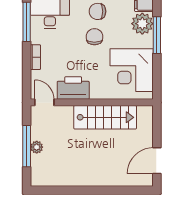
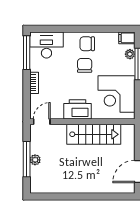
plant: (142, 24) -> (130, 54), width x0.53, depth x0.53
printer: (73, 88) -> (77, 109), moved
door: (44, 102) -> (42, 122), hinge flipped

